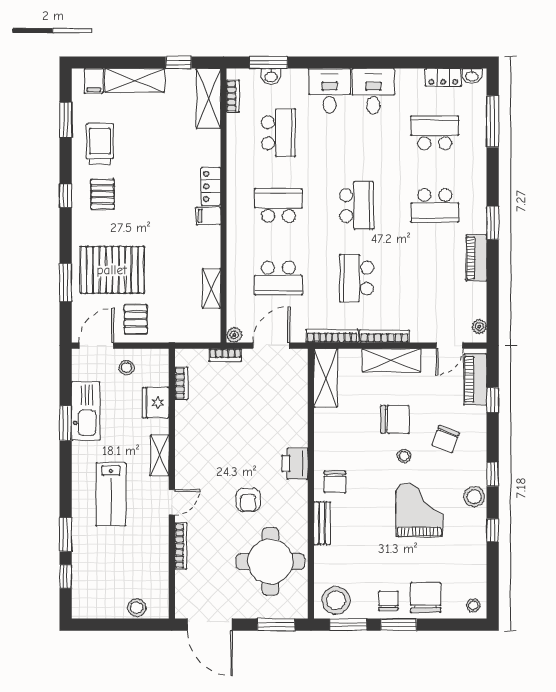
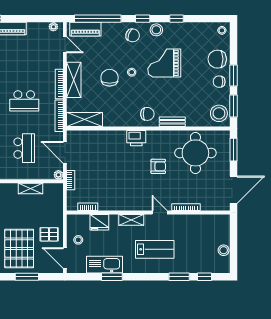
window: (493, 400) -> (98, 19), width x3.17
chair: (446, 439) -> (133, 35), moved
stool: (137, 608) -> (224, 250), moved

